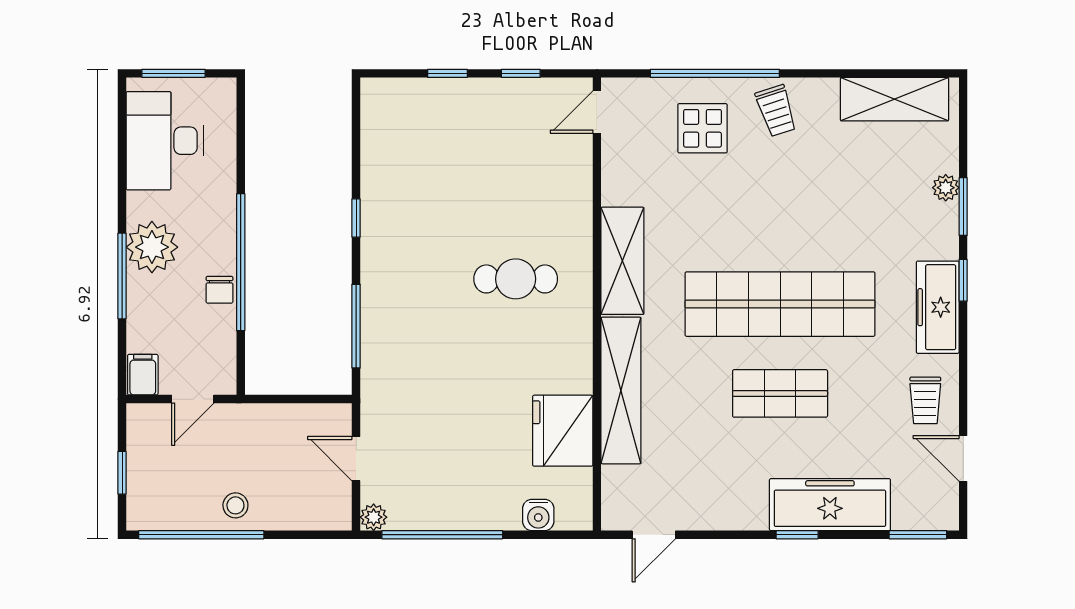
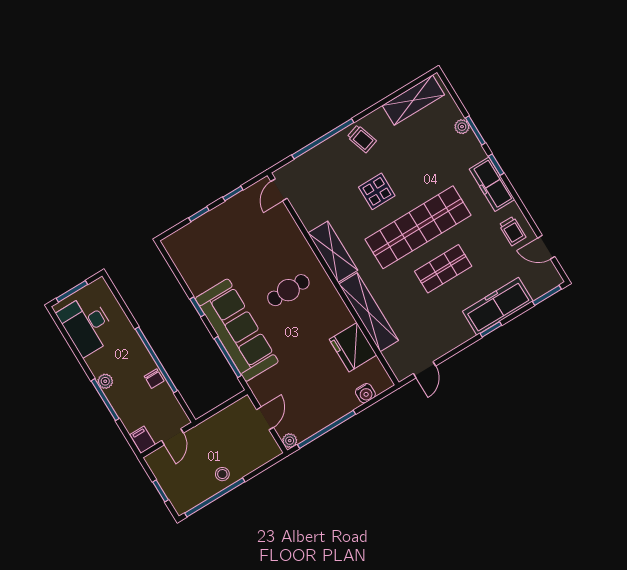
display table: (703, 128) -> (377, 191), moved
plant: (152, 247) -> (105, 381), width x0.53, depth x0.53
sofa: (396, 292) -> (237, 330), added
door: (356, 459) -> (265, 418), swing flipped

